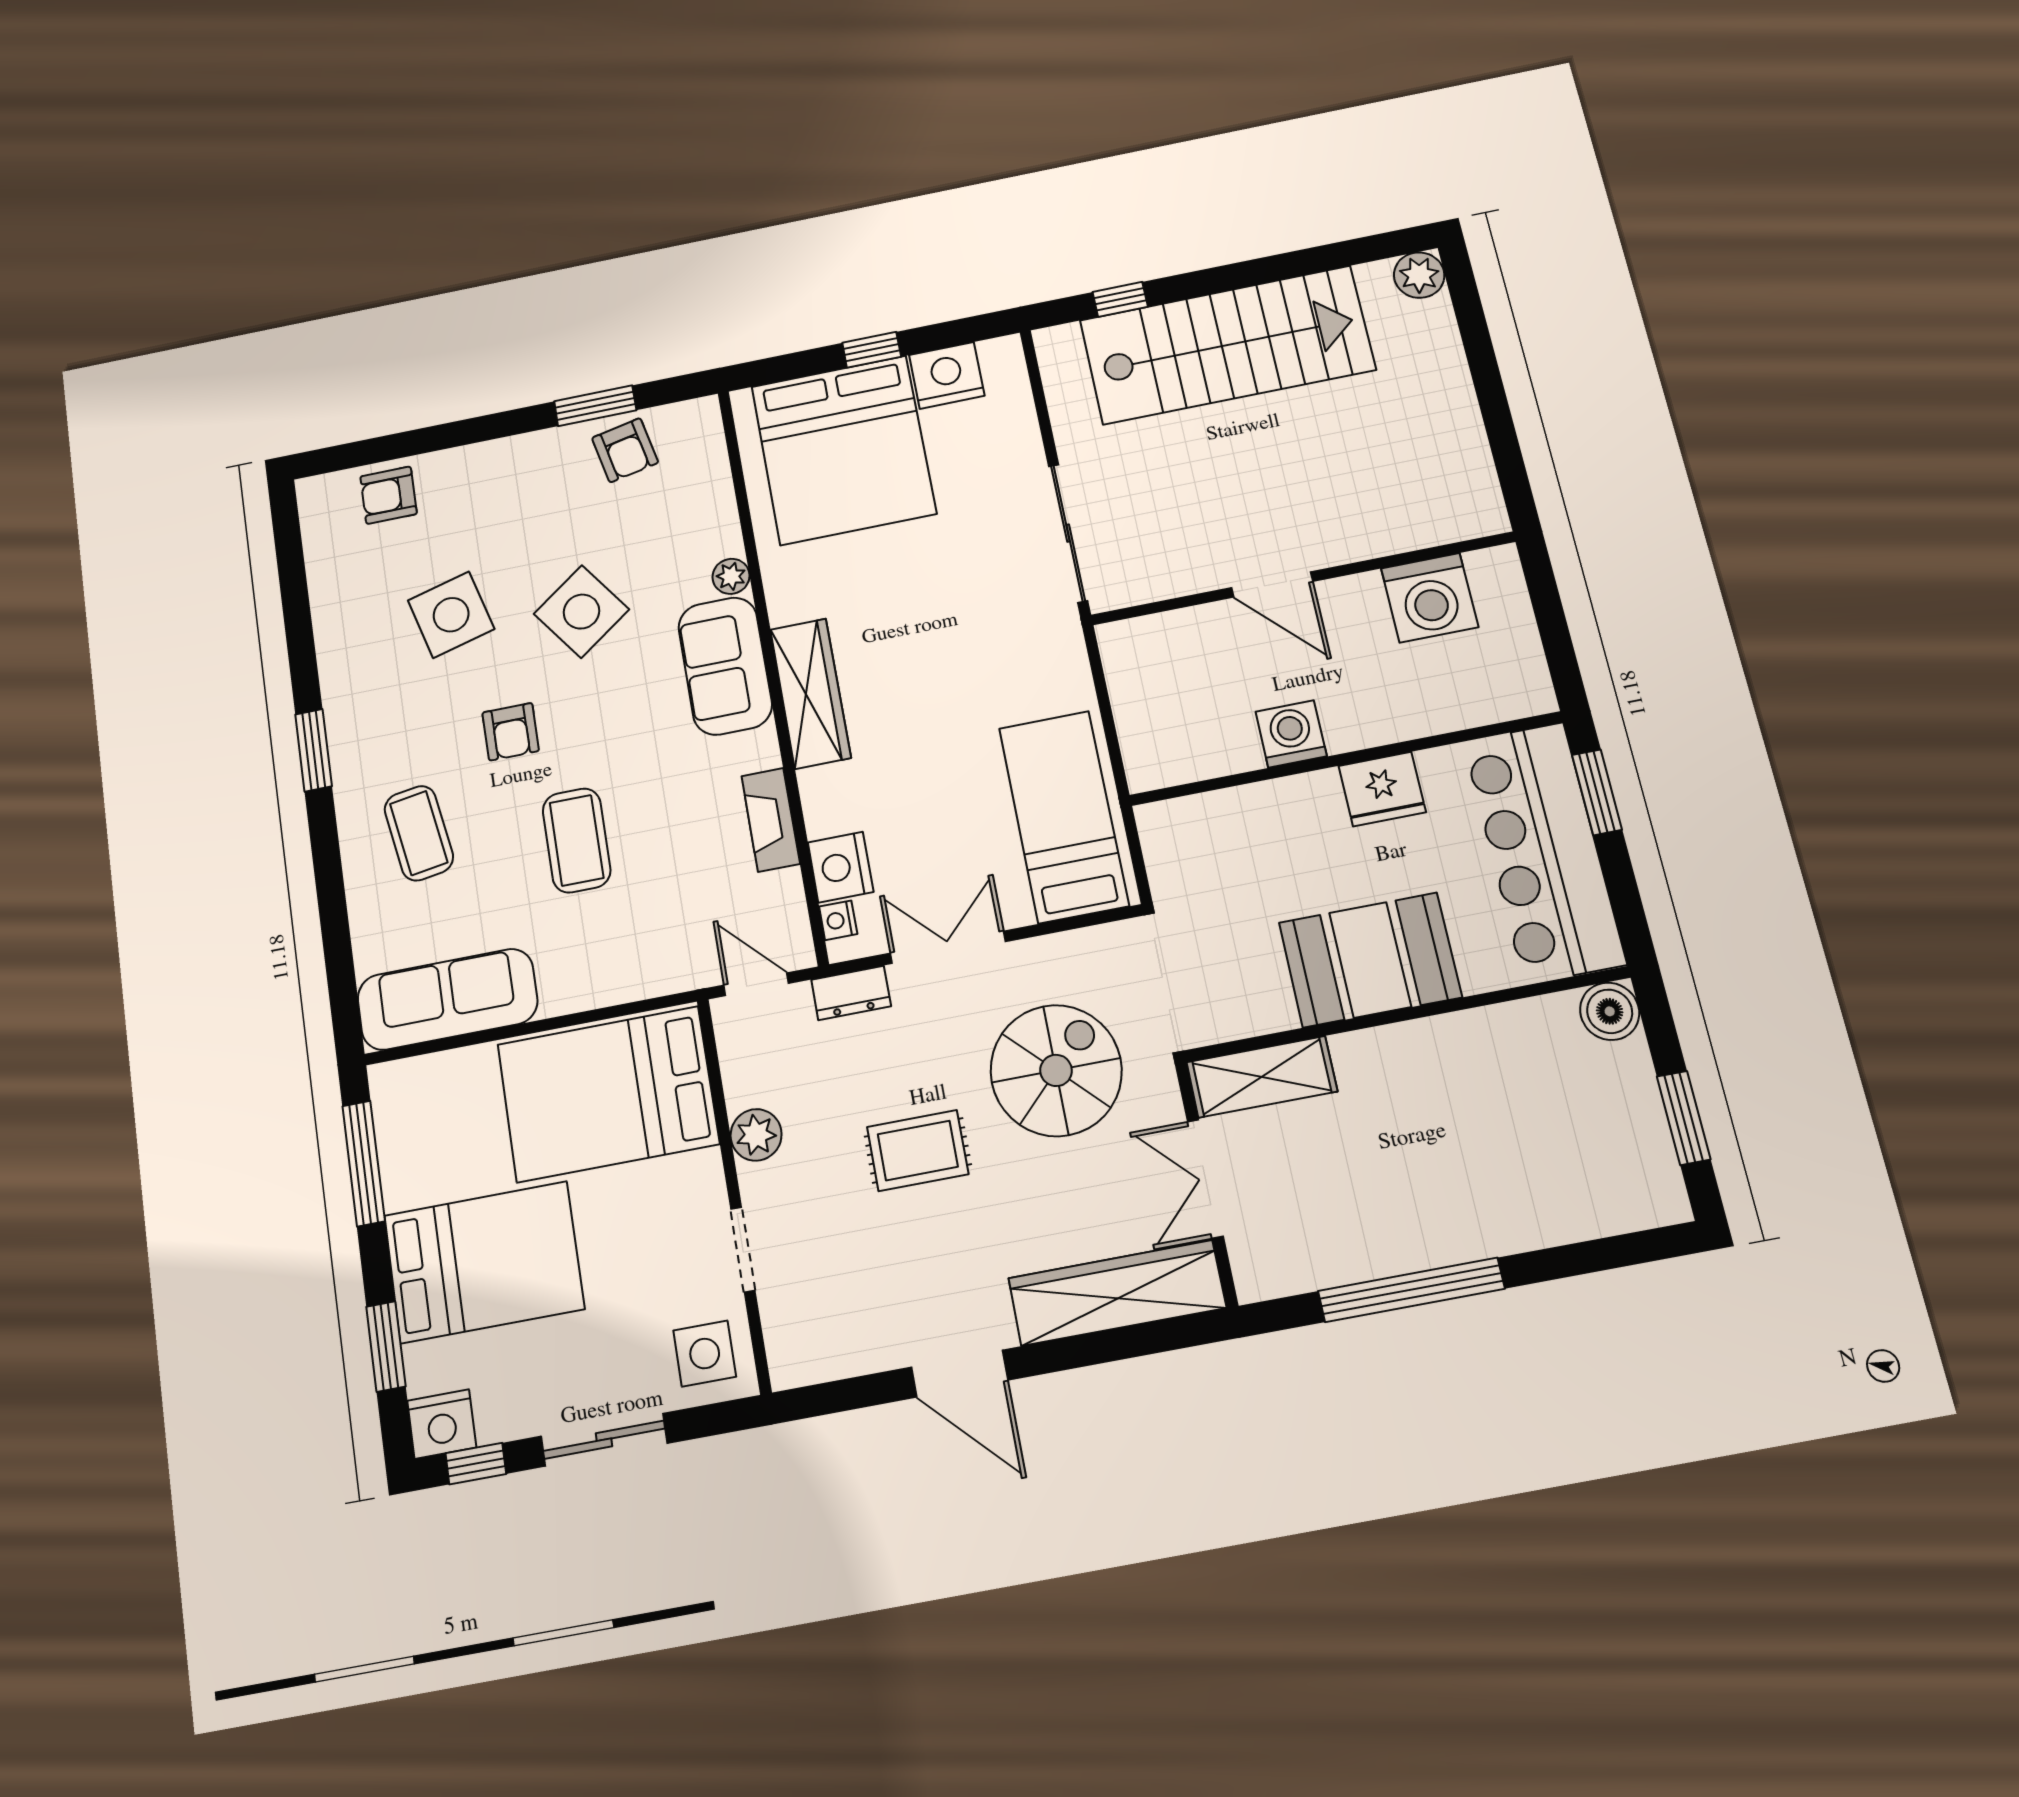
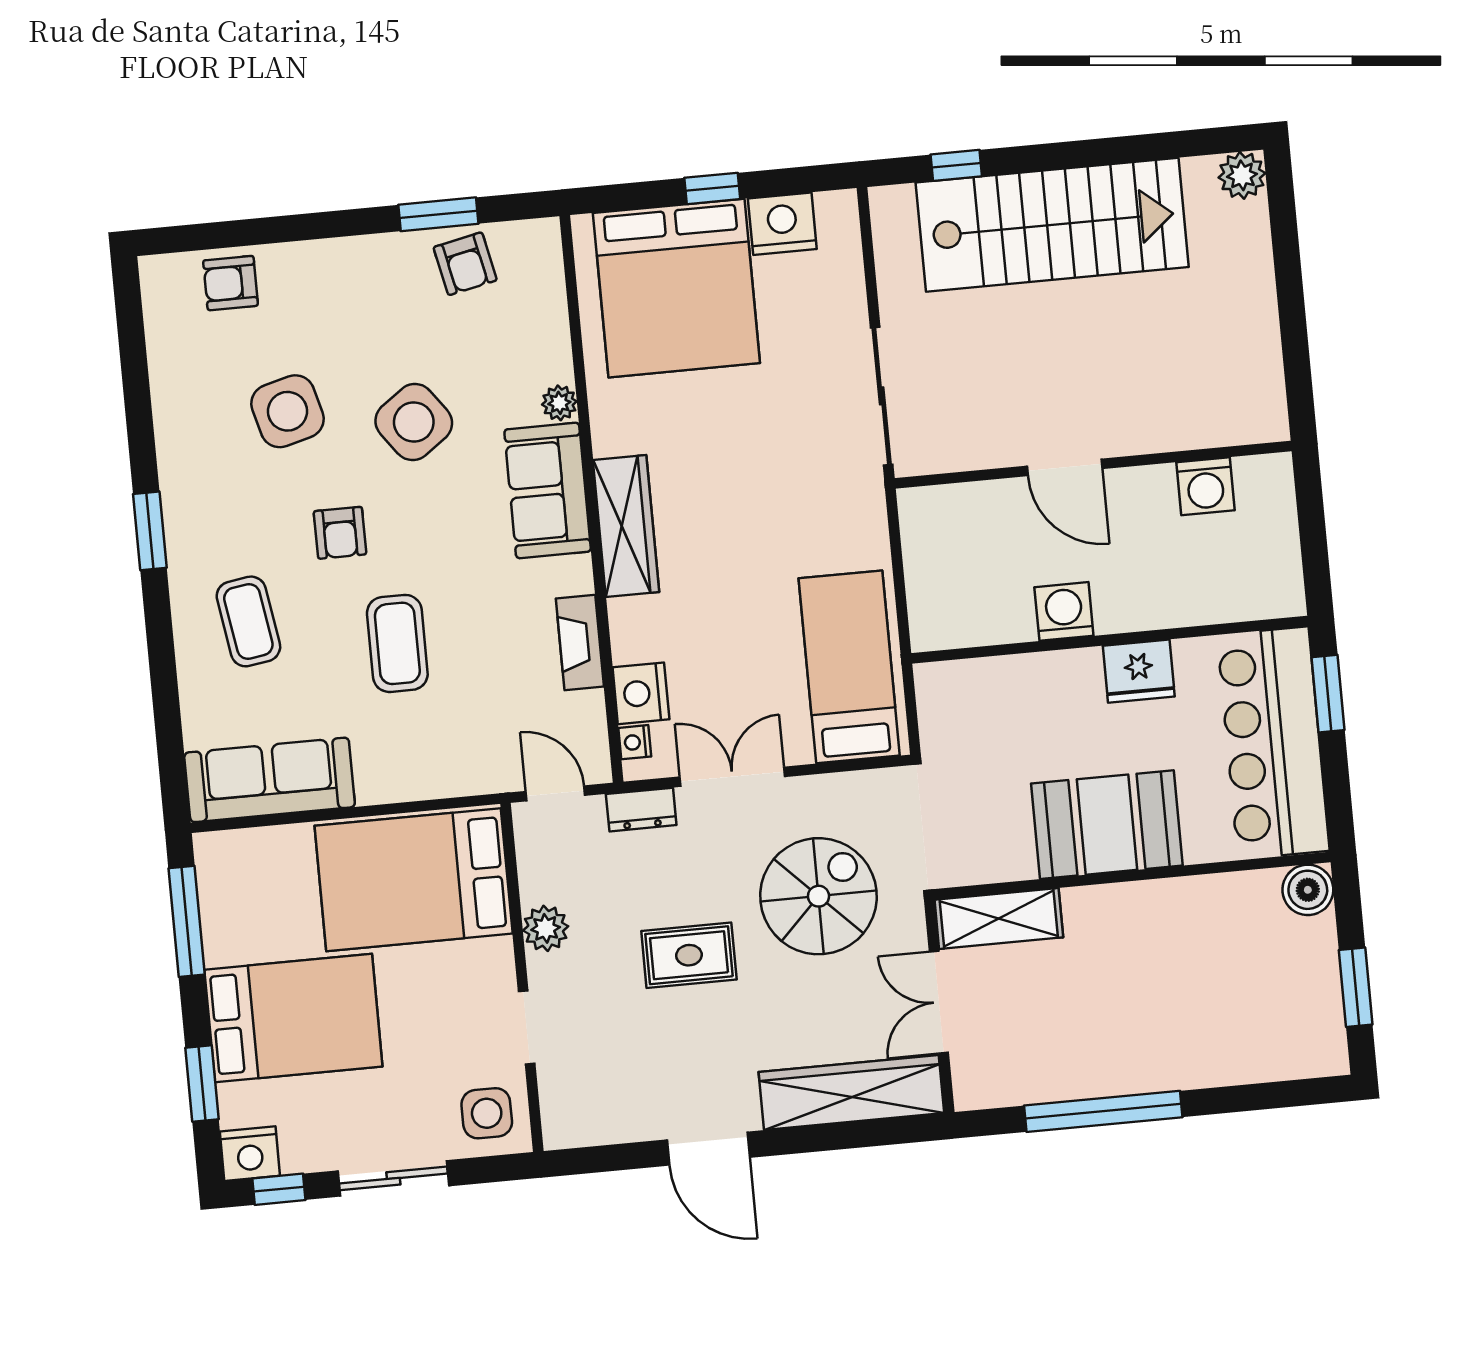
washing machine: (1430, 598) -> (1205, 486), width x0.73, depth x0.73

